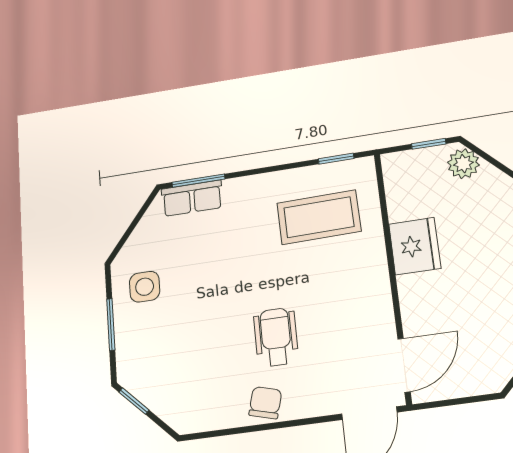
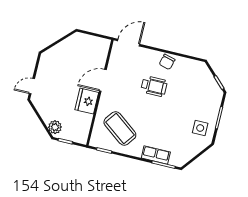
row of seats: (192, 198) -> (156, 155), moved
coffee table: (319, 217) -> (120, 128), turned 38
wheelchair: (276, 337) -> (154, 86), turned -90
door: (404, 365) -> (103, 80), moved

